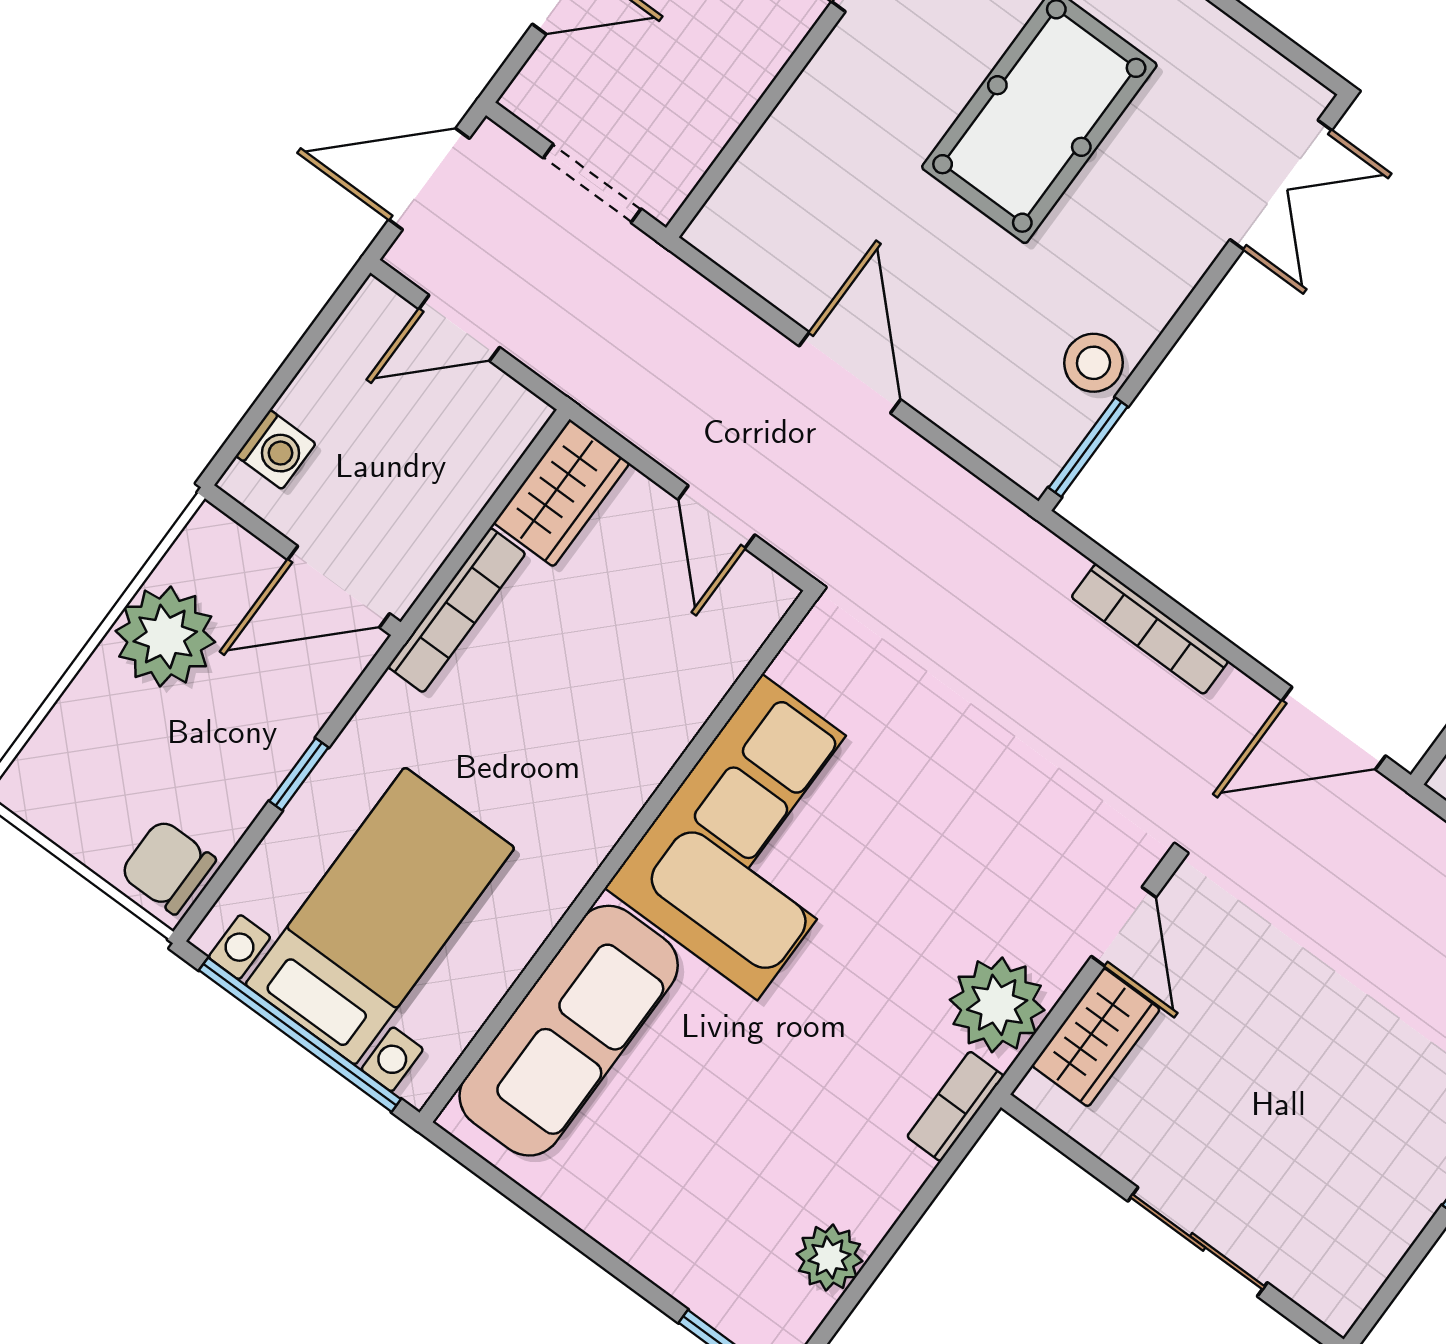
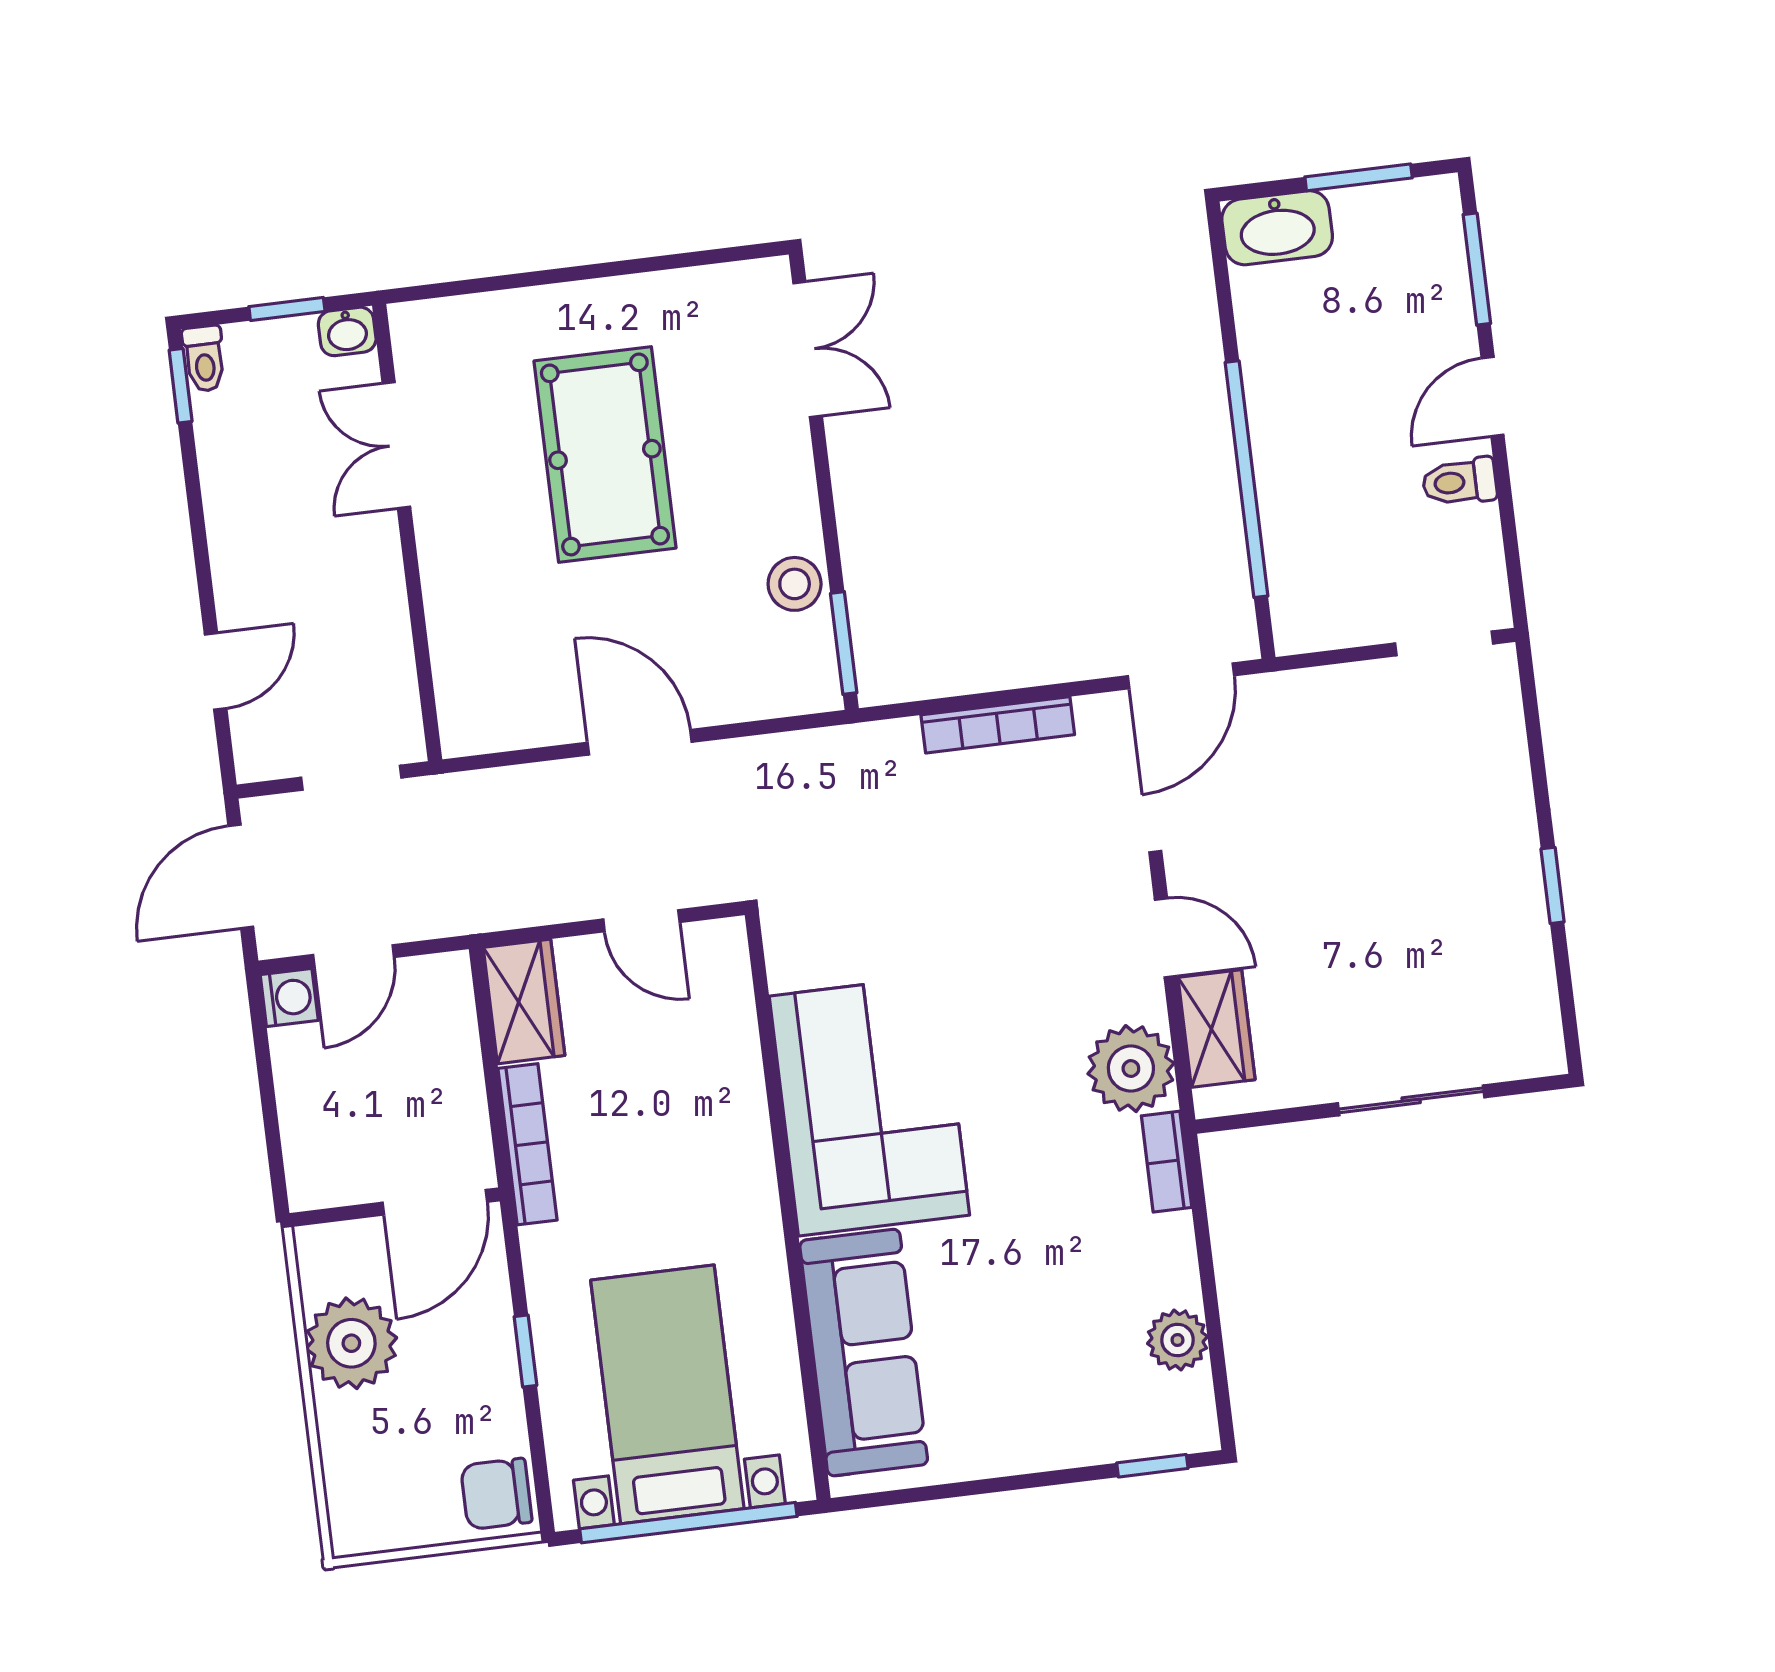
washing machine: (276, 450) -> (289, 998), moved

